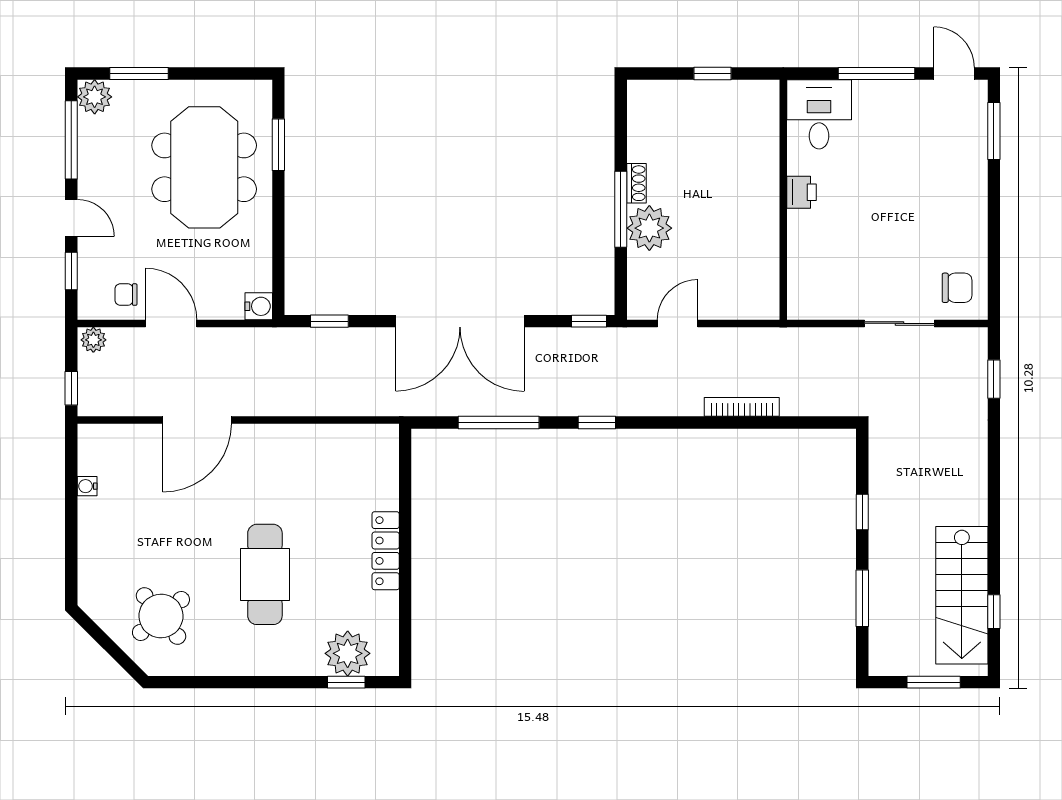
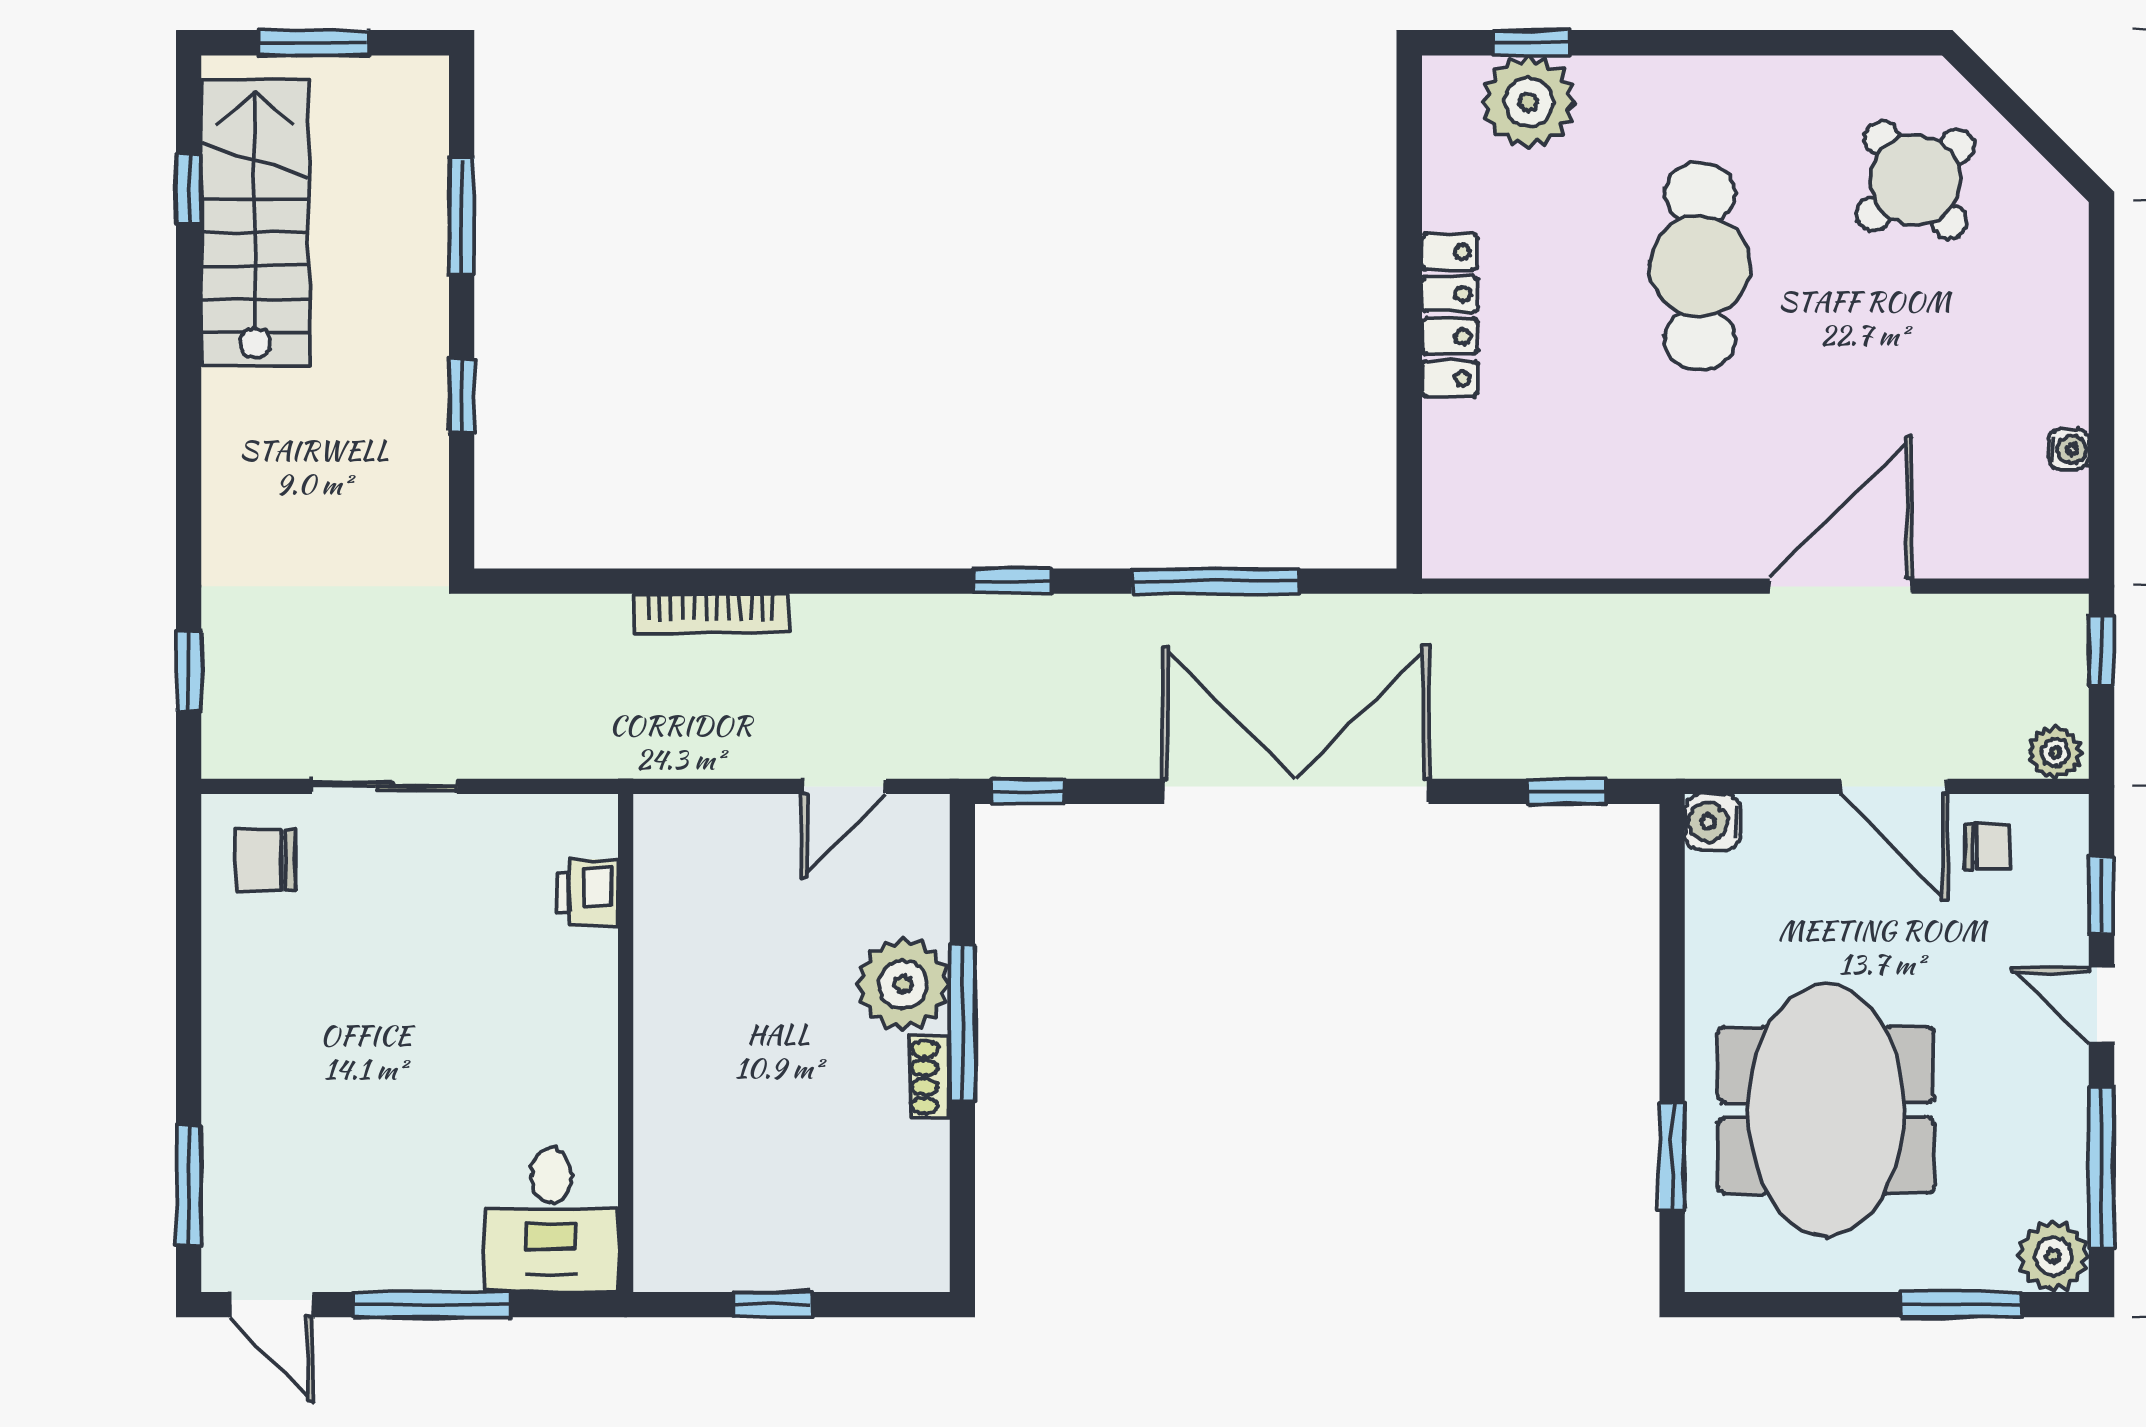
printer: (801, 192) -> (588, 893), moved

